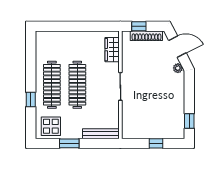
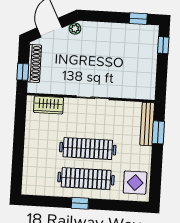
window: (31, 99) -> (80, 203), moved
window: (69, 143) -> (158, 132), moved
window: (156, 143) -> (163, 45), moved

